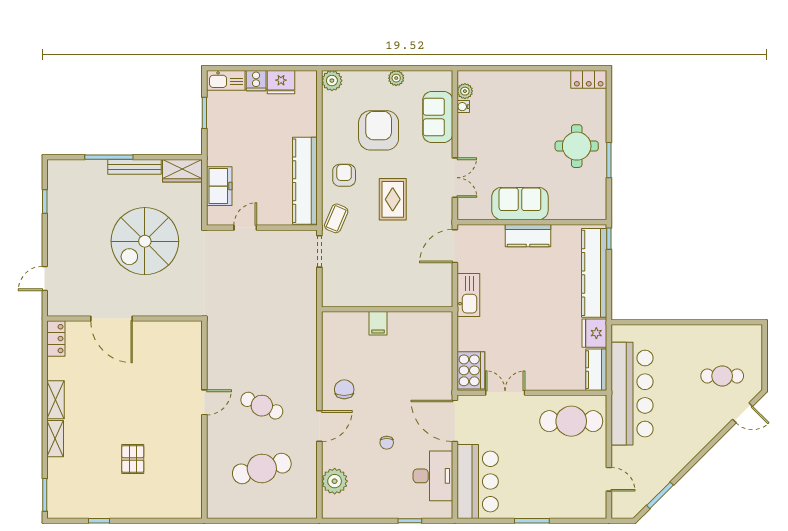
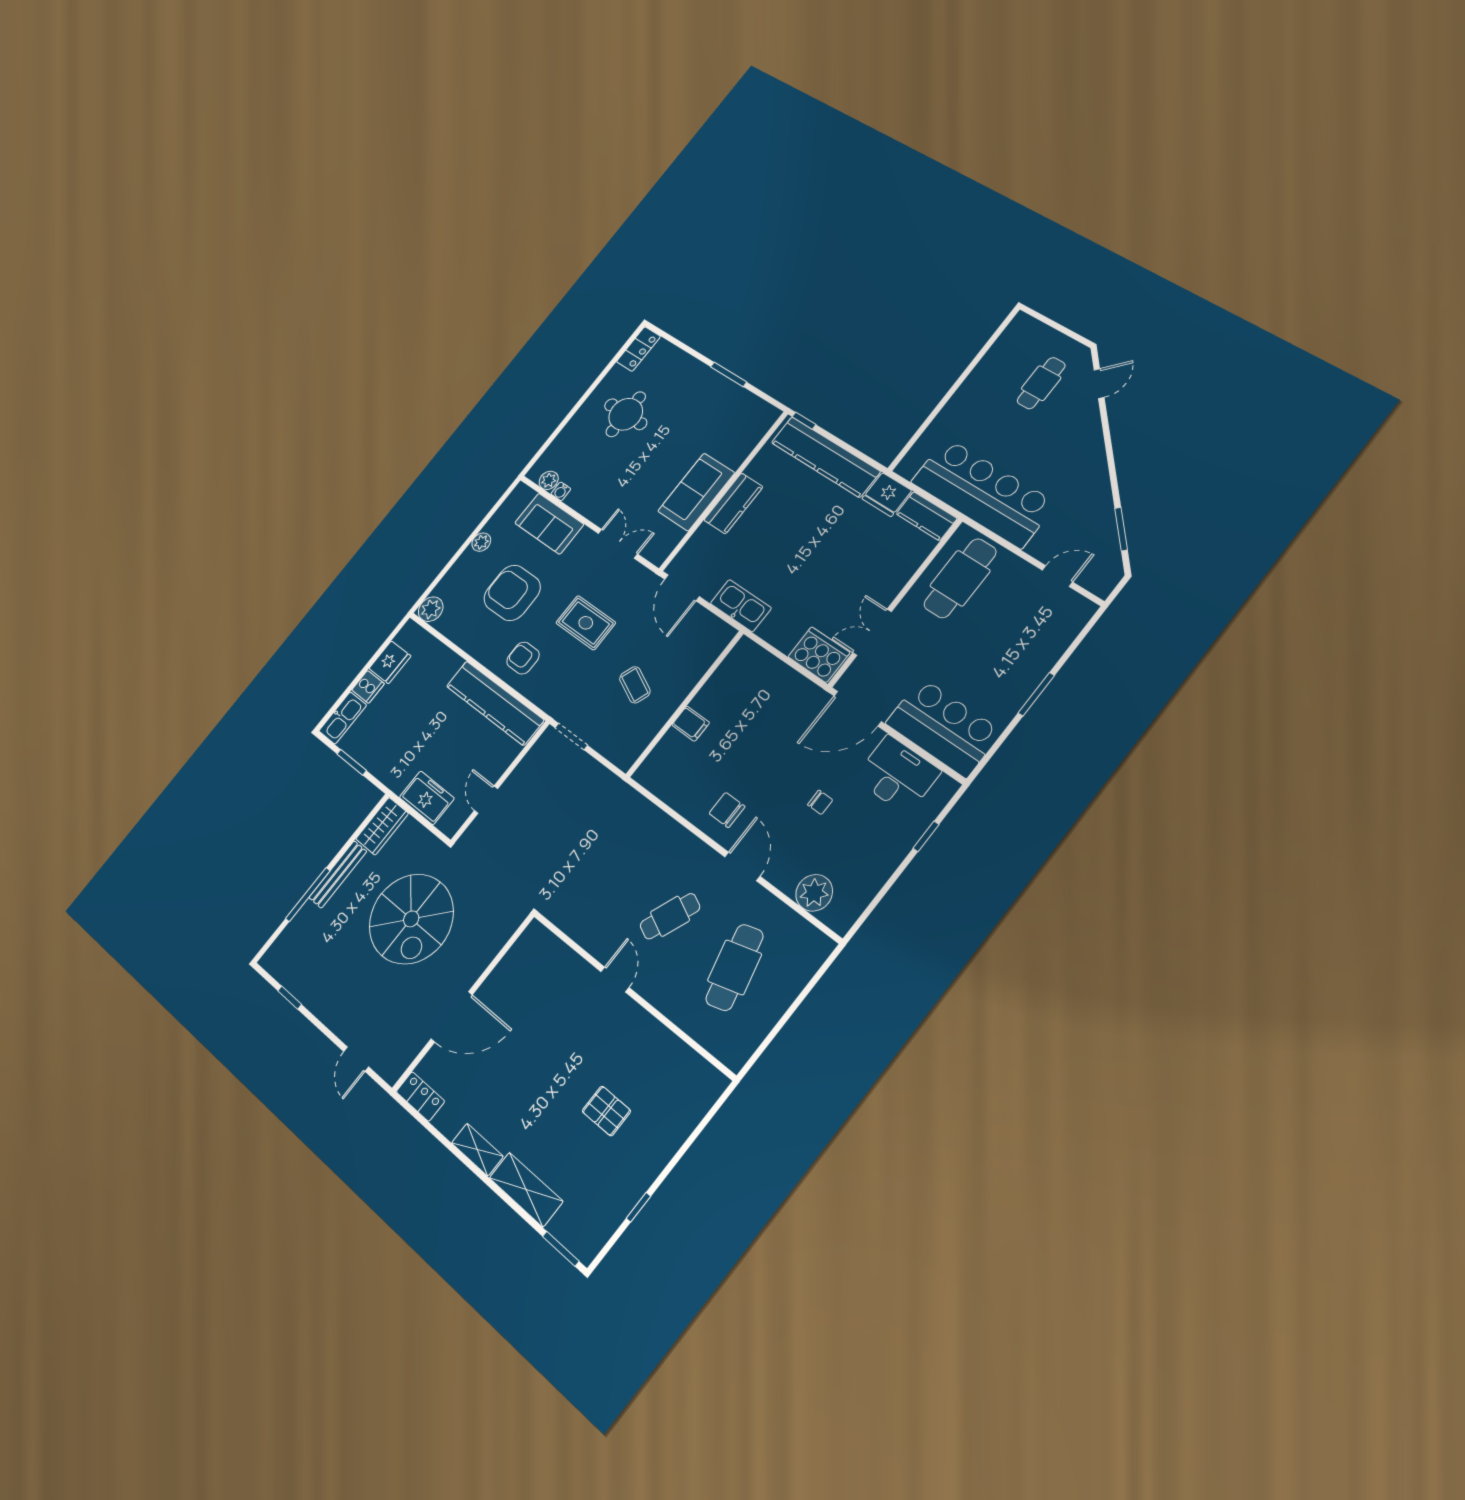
round table: (577, 146) -> (626, 414), moved
coffee table: (336, 218) -> (635, 685), moved
shelving: (55, 439) -> (526, 1190), width x1.50, depth x1.33

